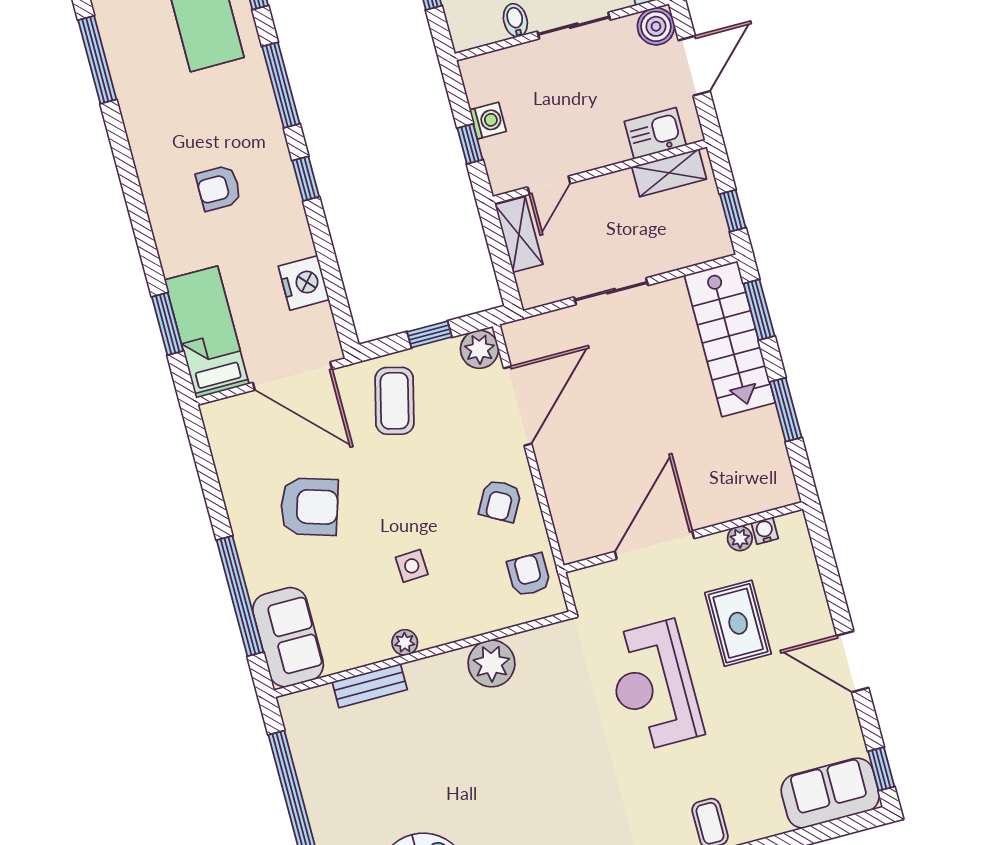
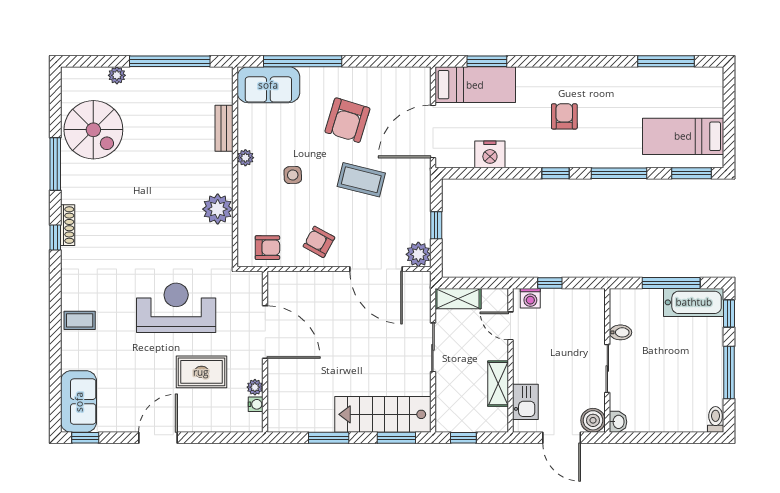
washing machine: (488, 121) -> (530, 298), moved
shelving: (669, 173) -> (498, 384), moved
shelving: (519, 234) -> (458, 299), moved
coffee table: (395, 401) -> (361, 180), moved

